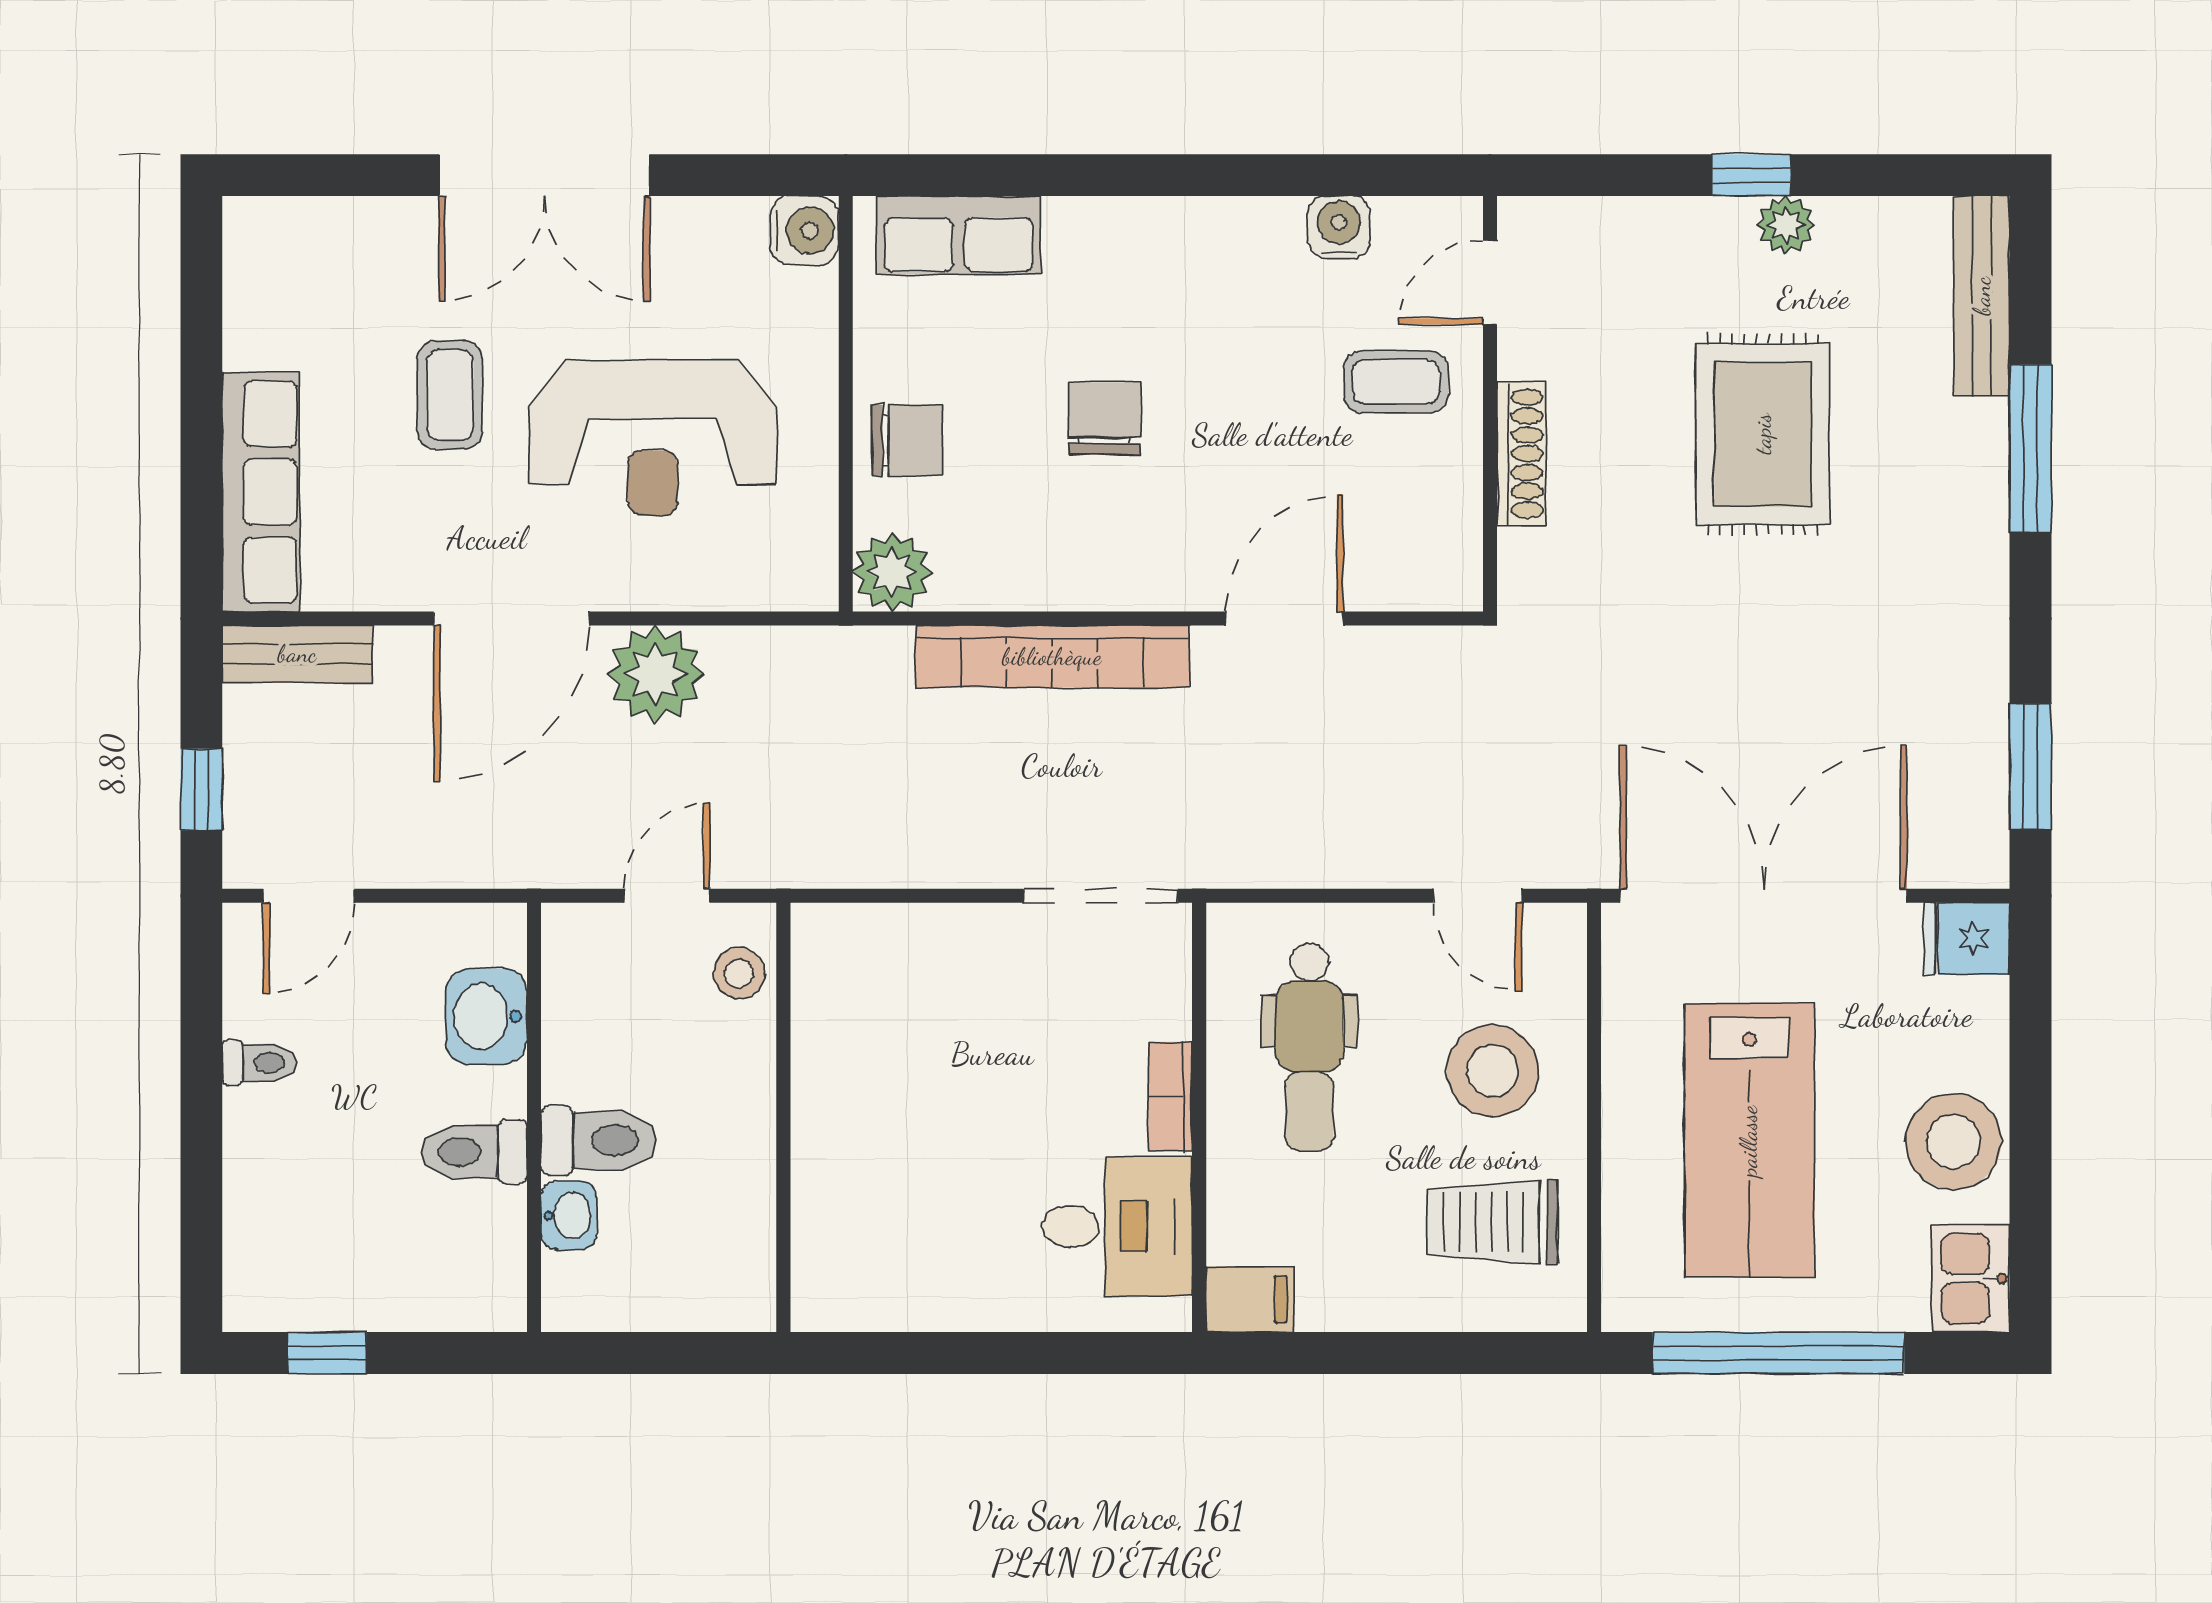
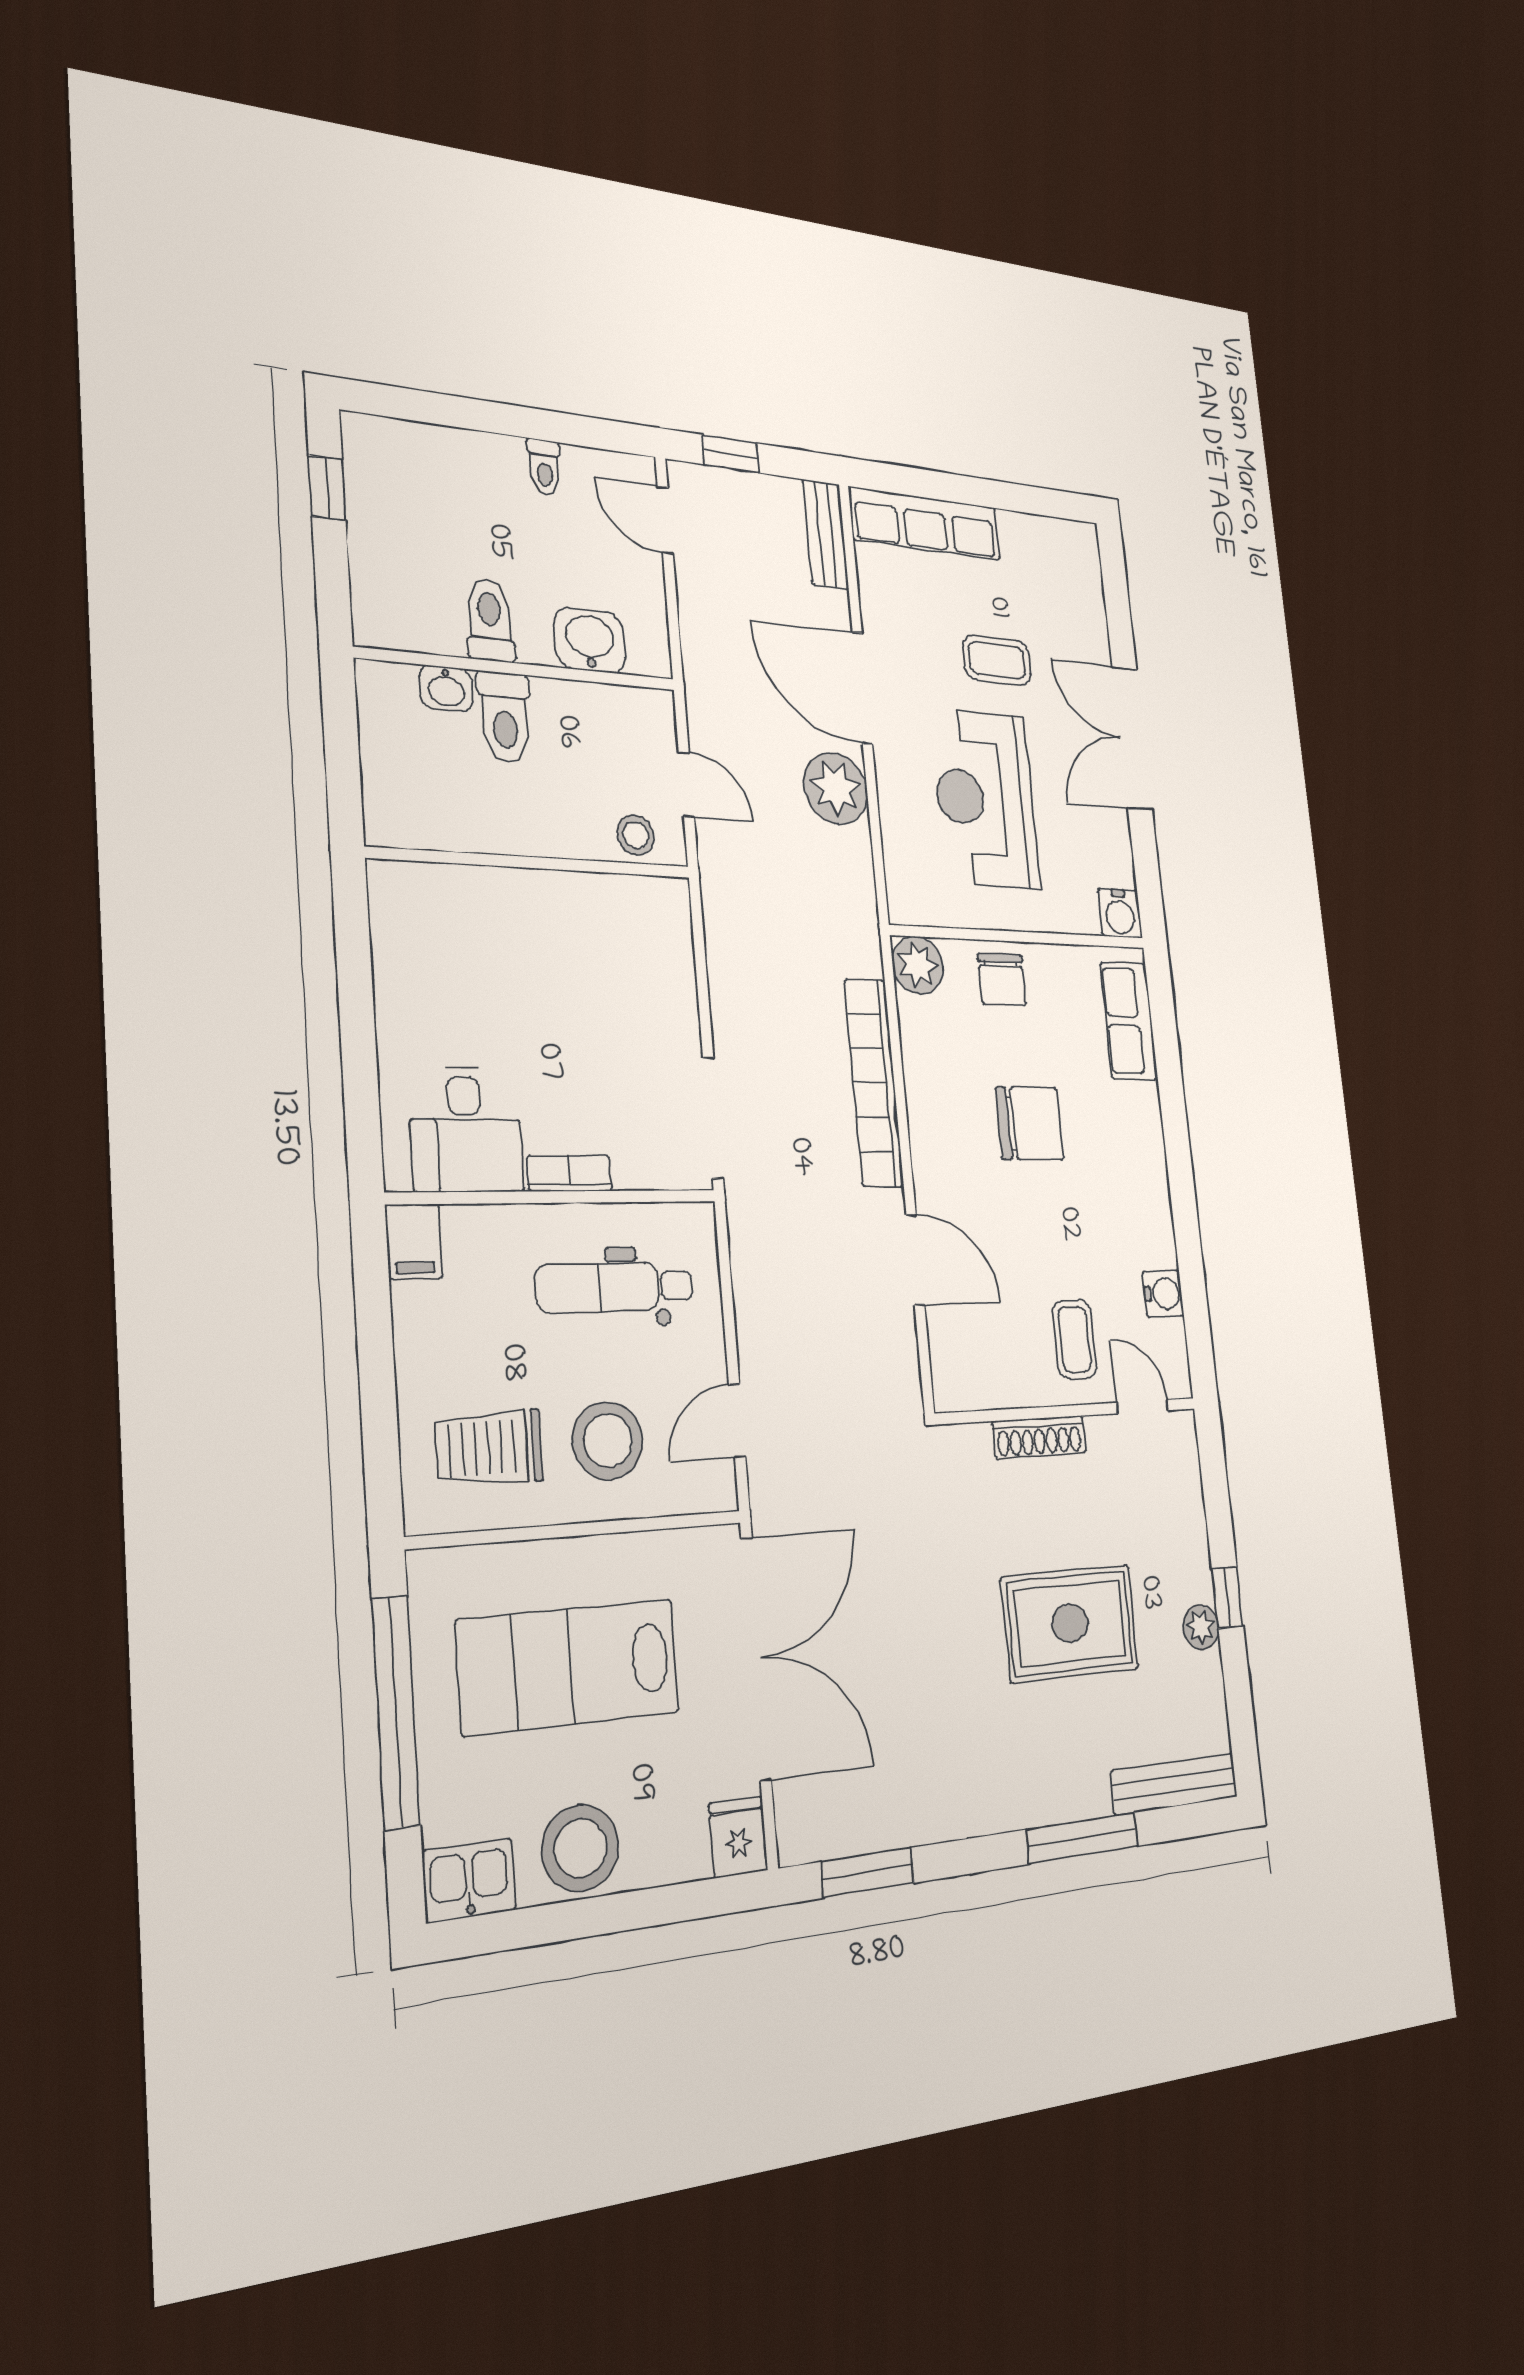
chair: (1104, 419) -> (1030, 1123), width x1.37, depth x1.37
trolley: (1493, 1222) -> (489, 1448), turned -90

